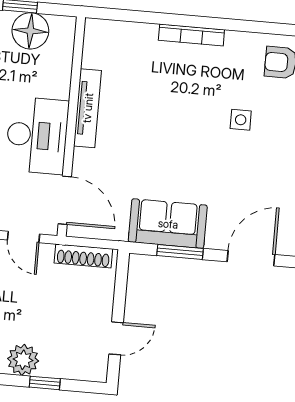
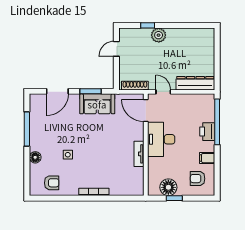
tv unit: (88, 108) -> (139, 154), width x0.71

